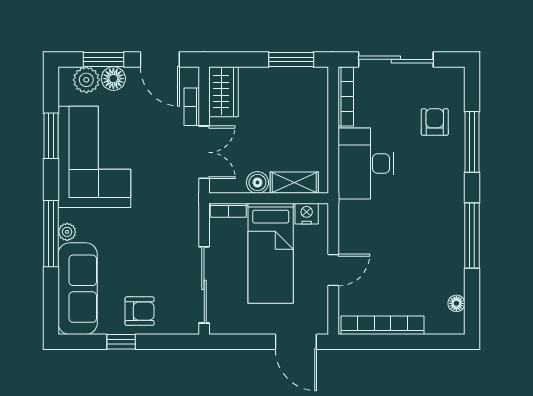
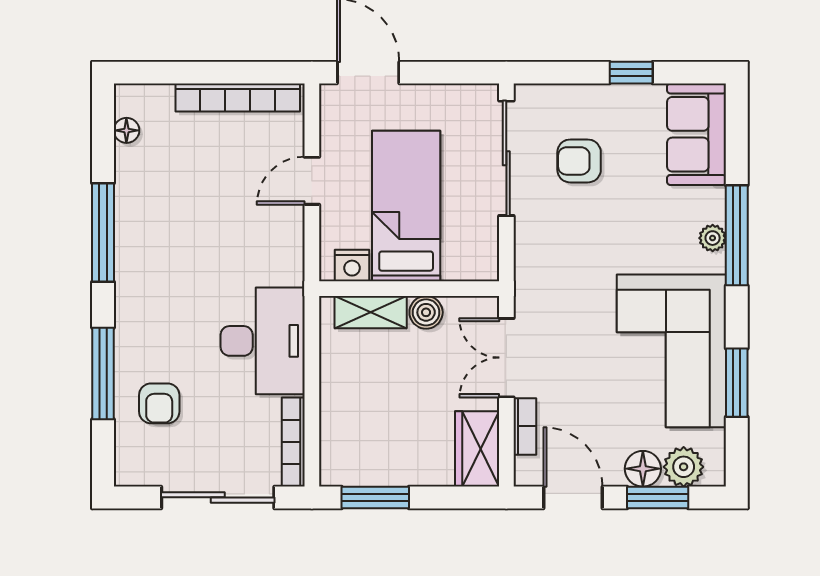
bookcase: (228, 210) -> (470, 271), removed
sofa: (78, 289) -> (697, 134), width x0.73
armchair: (140, 311) -> (579, 161), moved

